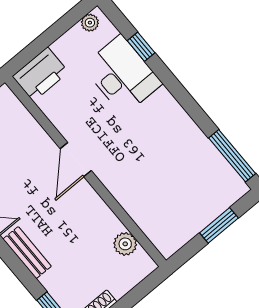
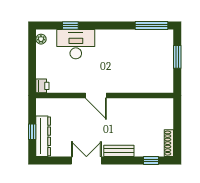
printer: (40, 74) -> (42, 86), width x0.53, depth x0.68
plant: (125, 244) -> (151, 105), removed

